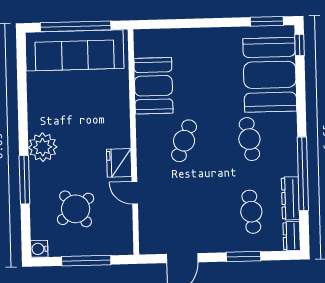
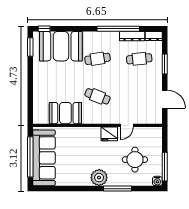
round table: (76, 209) -> (135, 160), turned 38
window: (86, 261) -> (165, 167), moved

